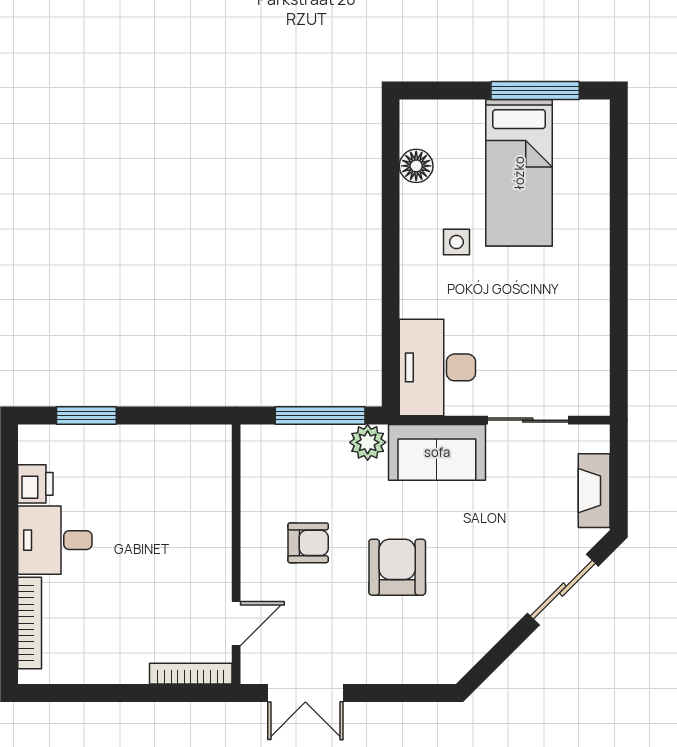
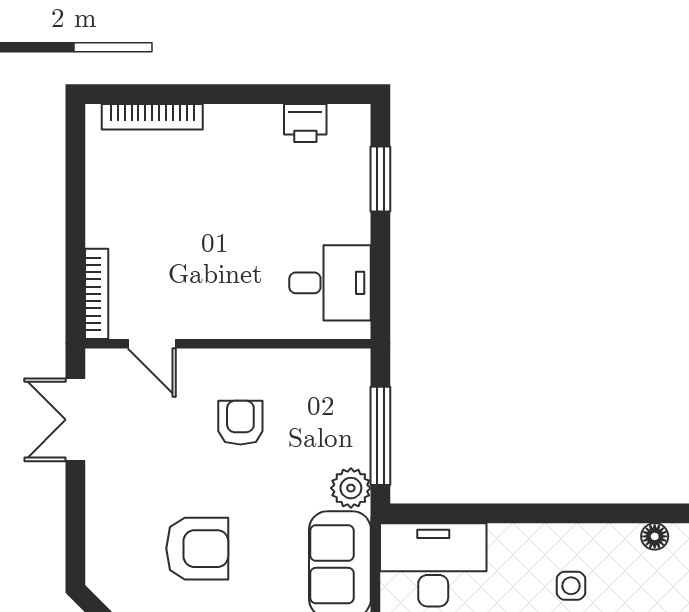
floor lamp: (416, 166) -> (655, 536), width x0.73, depth x0.73
desk: (55, 540) -> (330, 283), moved, turned 90
armchair: (308, 543) -> (240, 423), turned 180
armchair: (397, 567) -> (197, 549), moved

